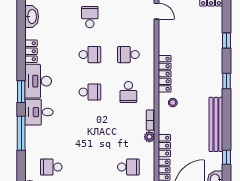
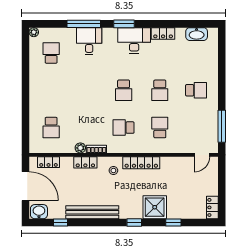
shower: (211, 60) -> (155, 207), added
desk: (39, 112) -> (89, 41), moved
locker: (164, 146) -> (85, 162), moved

